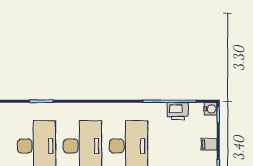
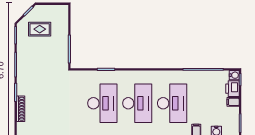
printer: (178, 111) -> (232, 89), moved, turned 90

